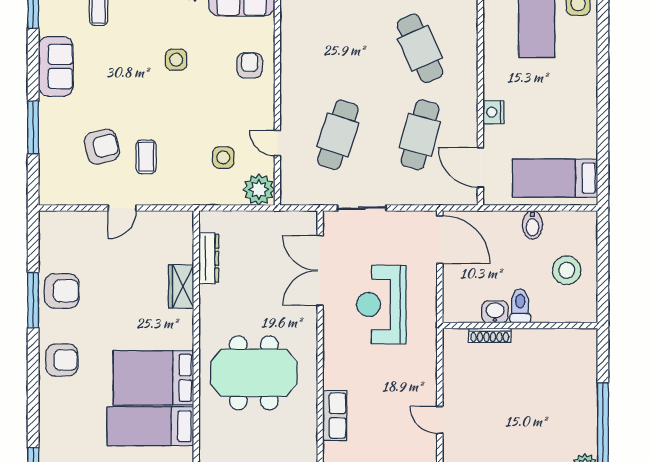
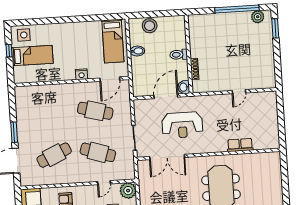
cafe table: (420, 48) -> (54, 155), moved
door: (440, 240) -> (166, 96), moved
stool: (567, 270) -> (150, 26), moved
washbasin: (495, 312) -> (184, 87), moved

